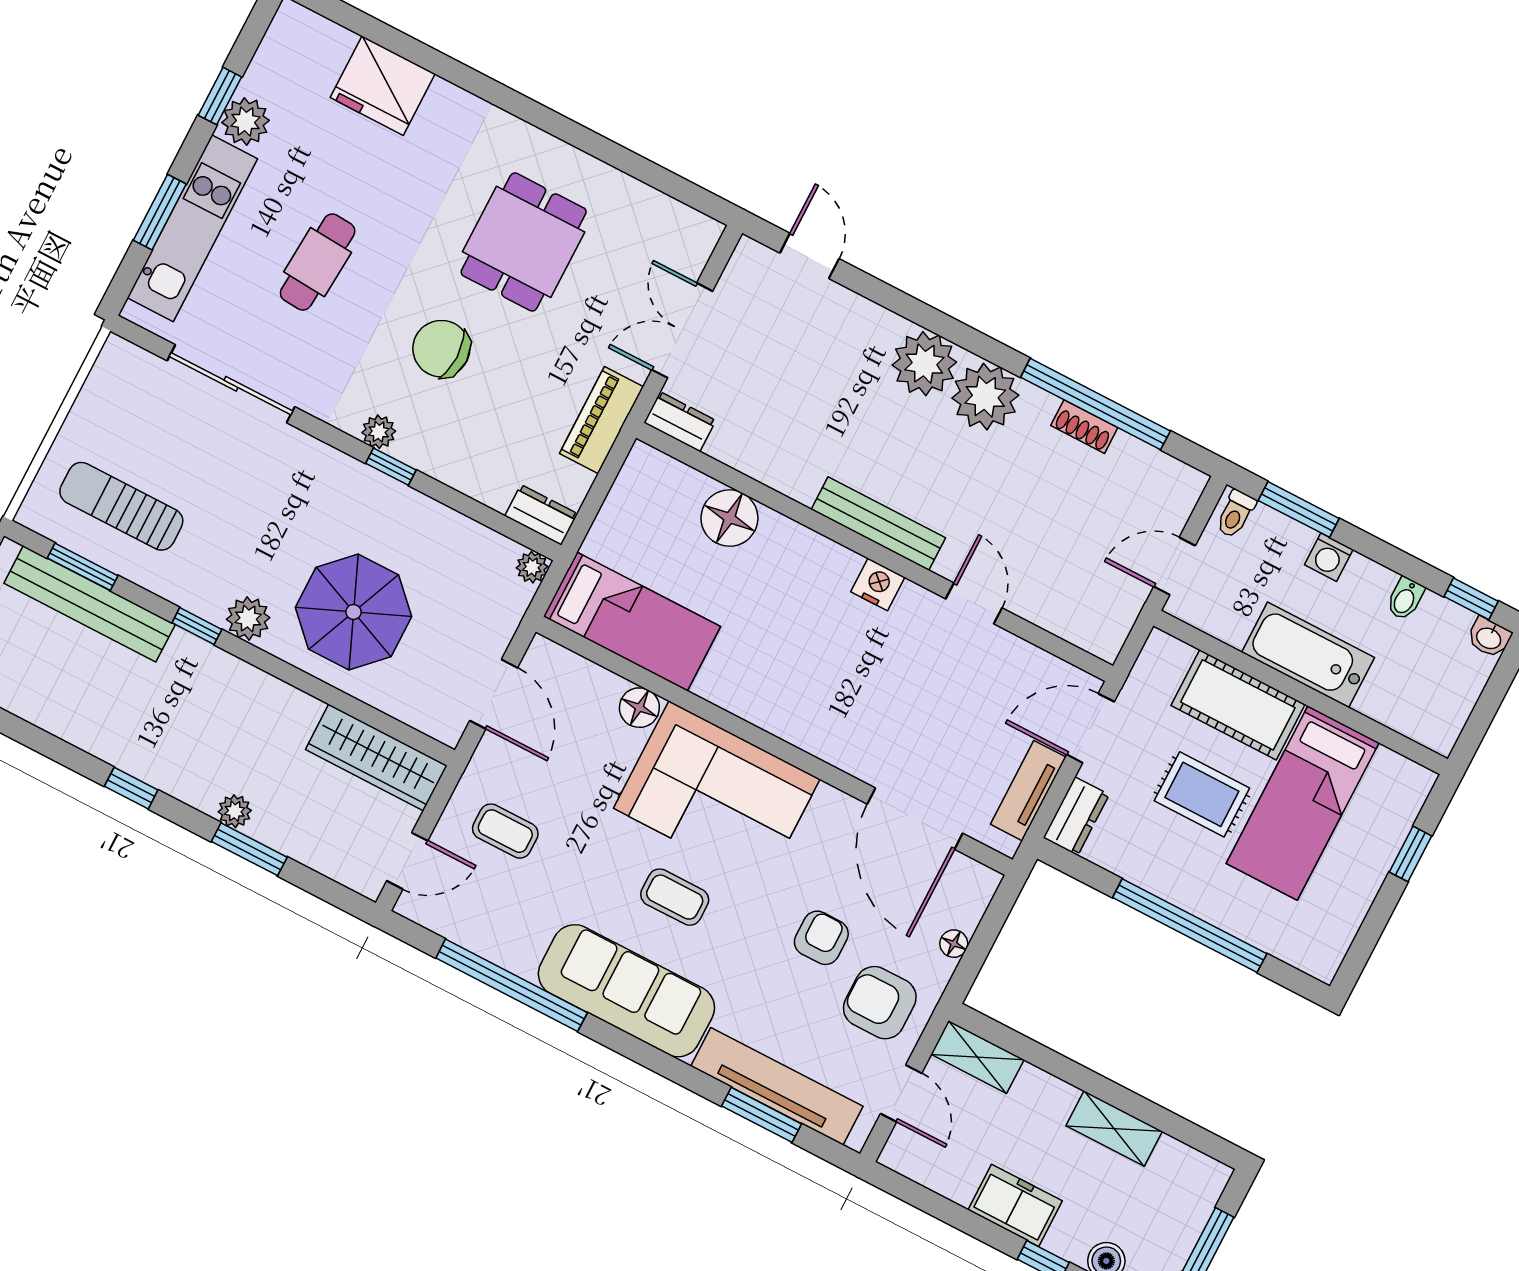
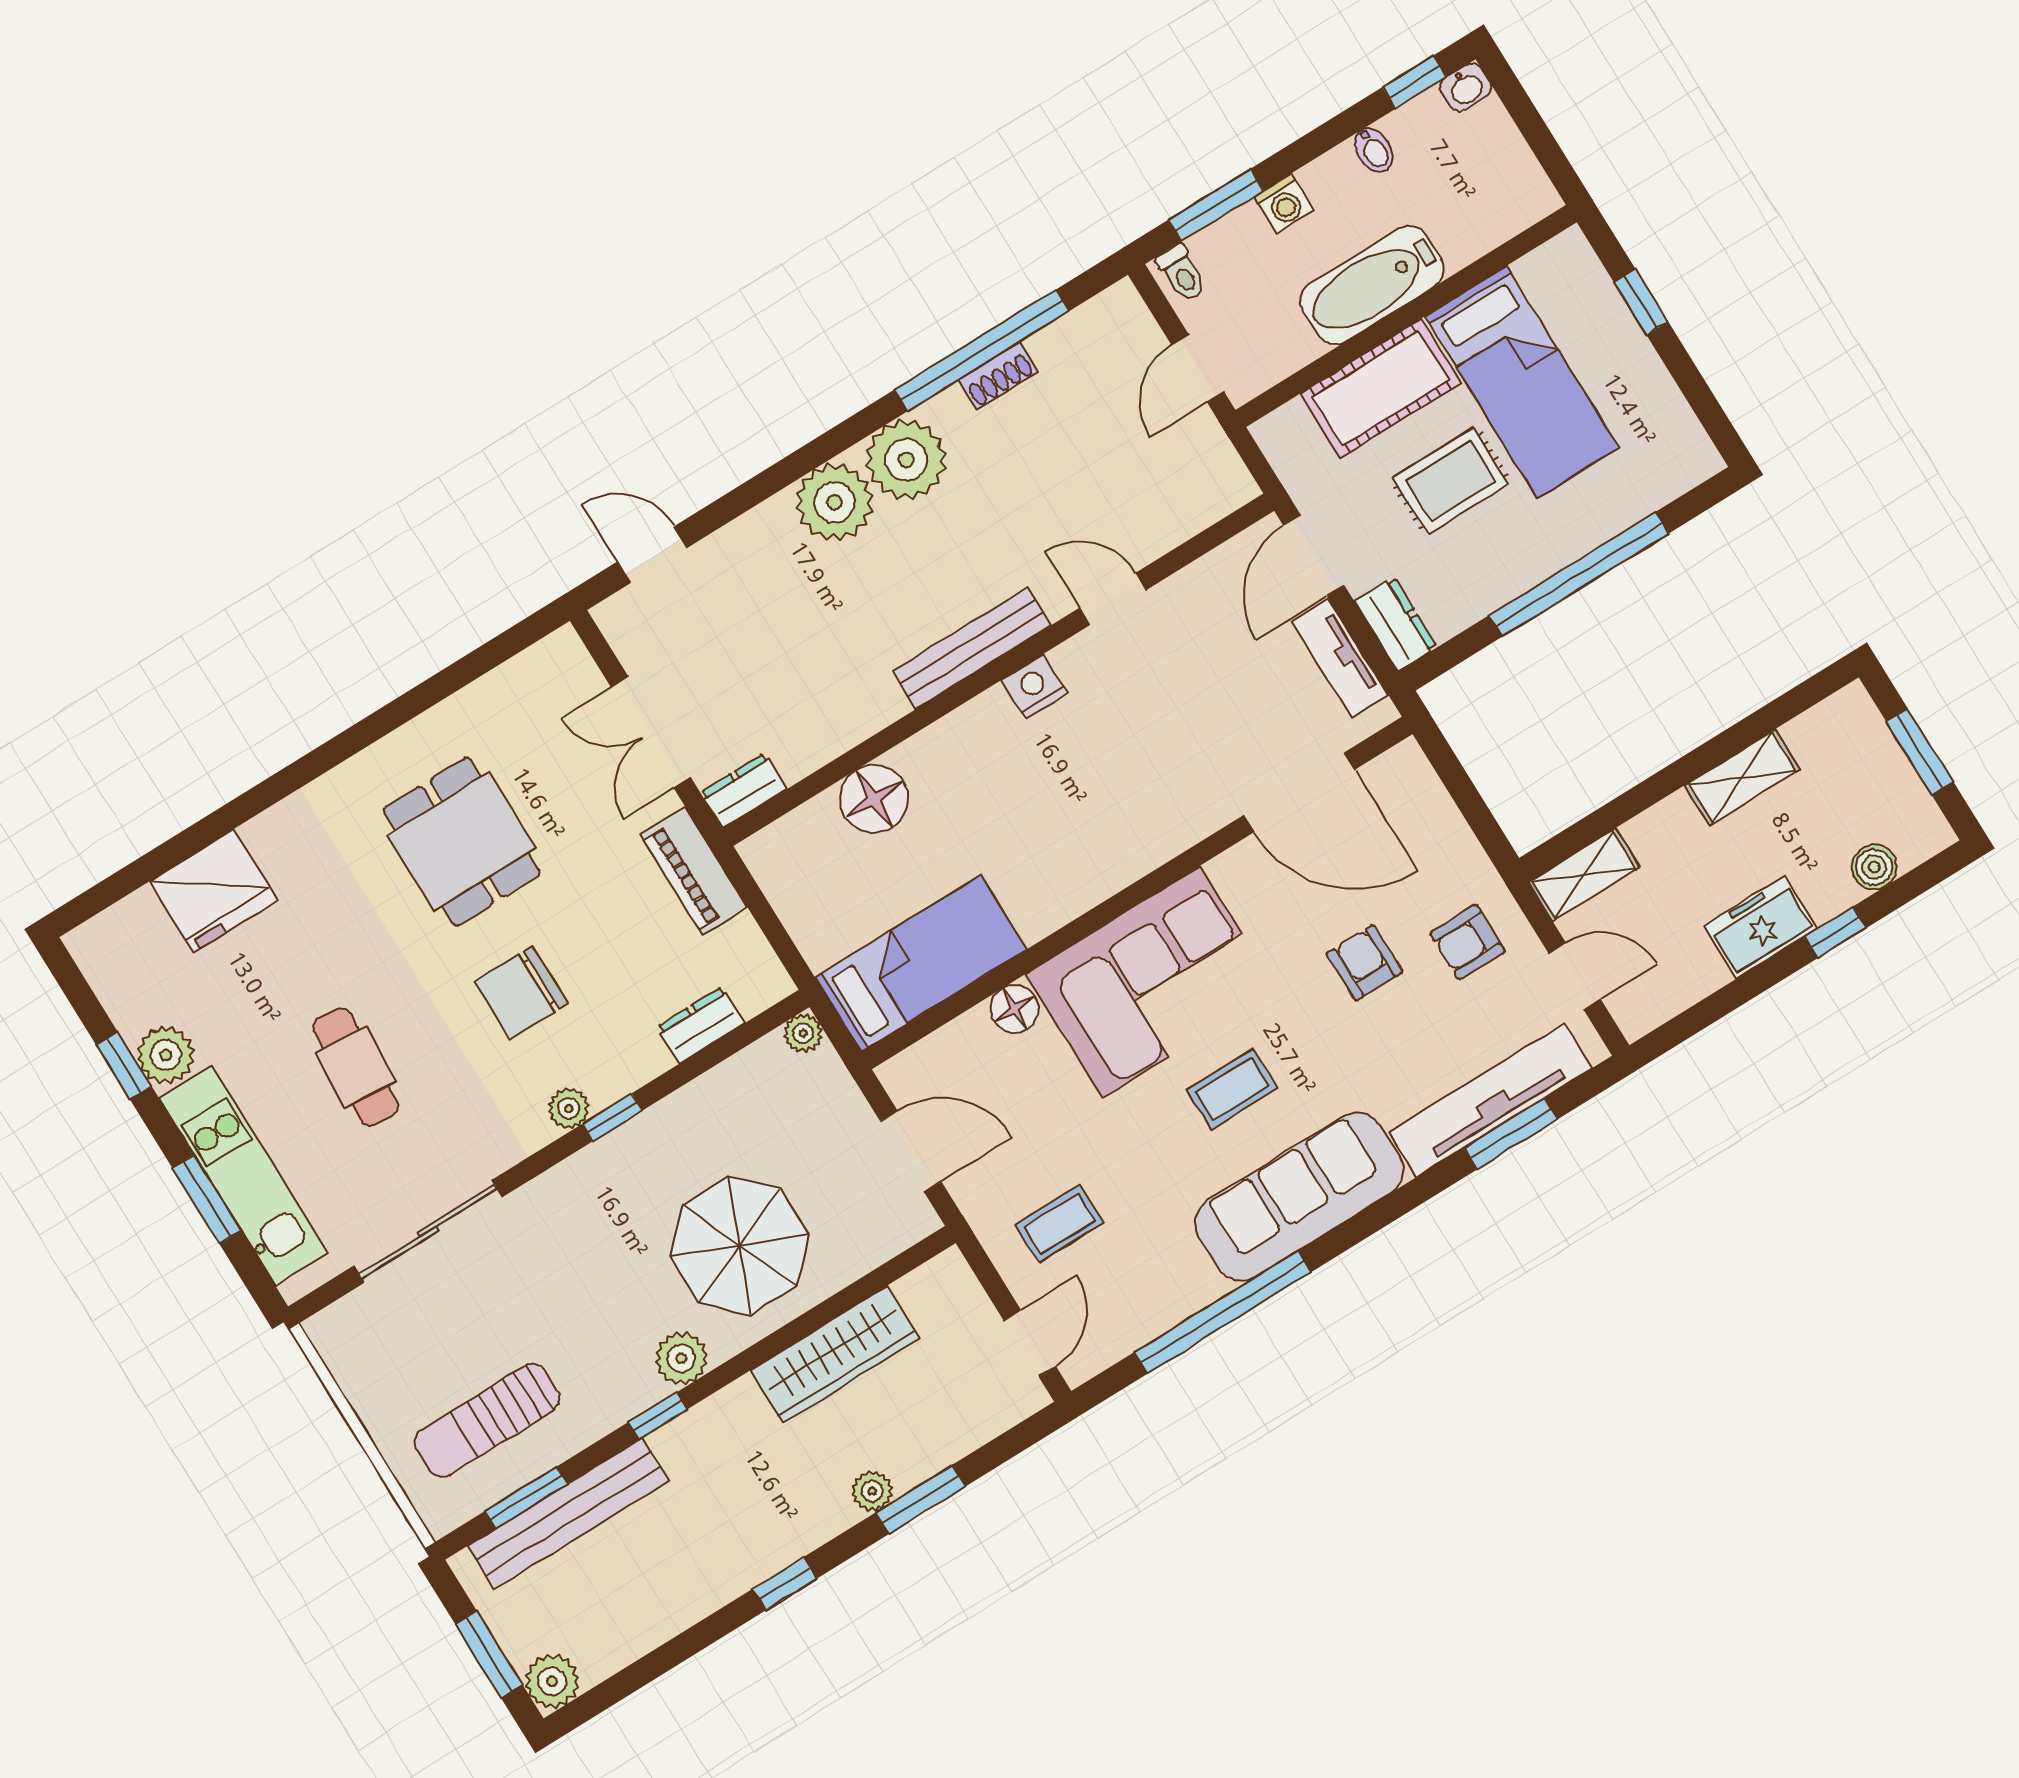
dresser: (541, 515) -> (701, 1025), moved
wardrobe: (376, 757) -> (835, 1354), moved
floor lamp: (954, 944) -> (1452, 829), removed
armchair: (880, 1003) -> (1468, 942), width x0.72, depth x0.72

